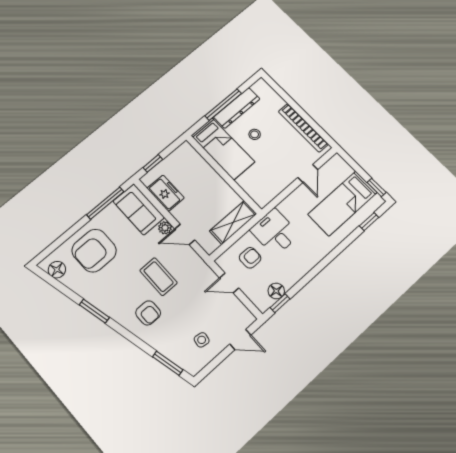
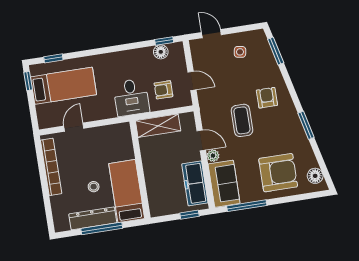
freezer: (166, 193) -> (195, 183), width x1.40

